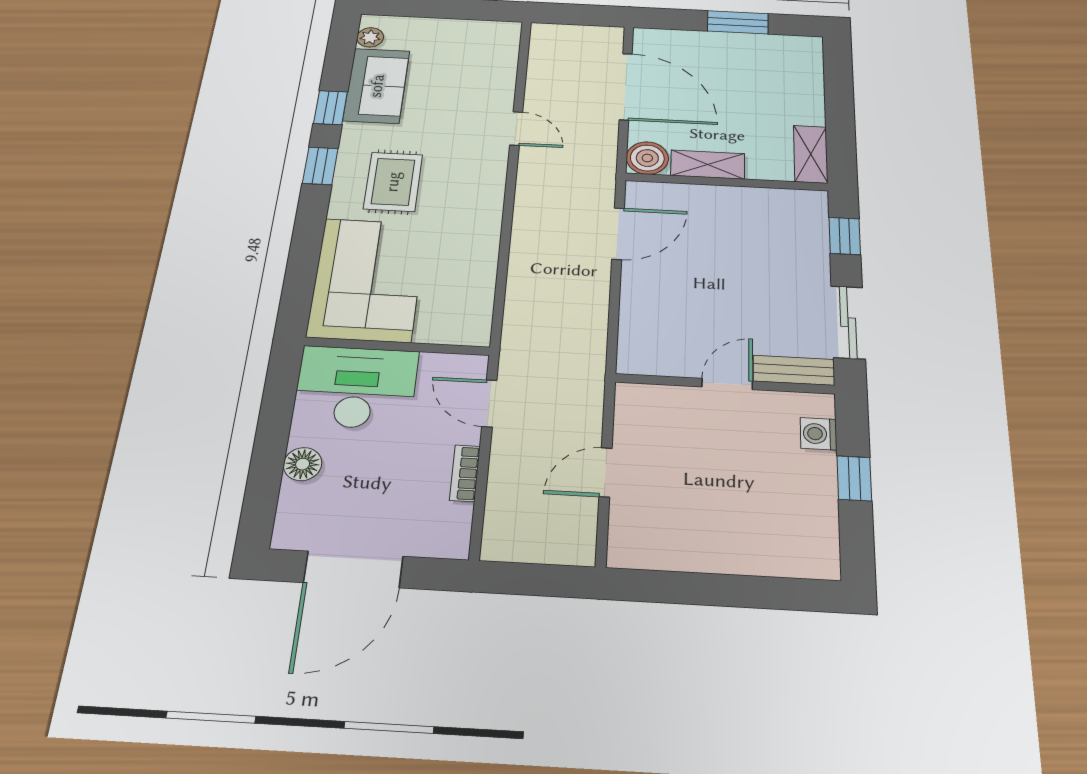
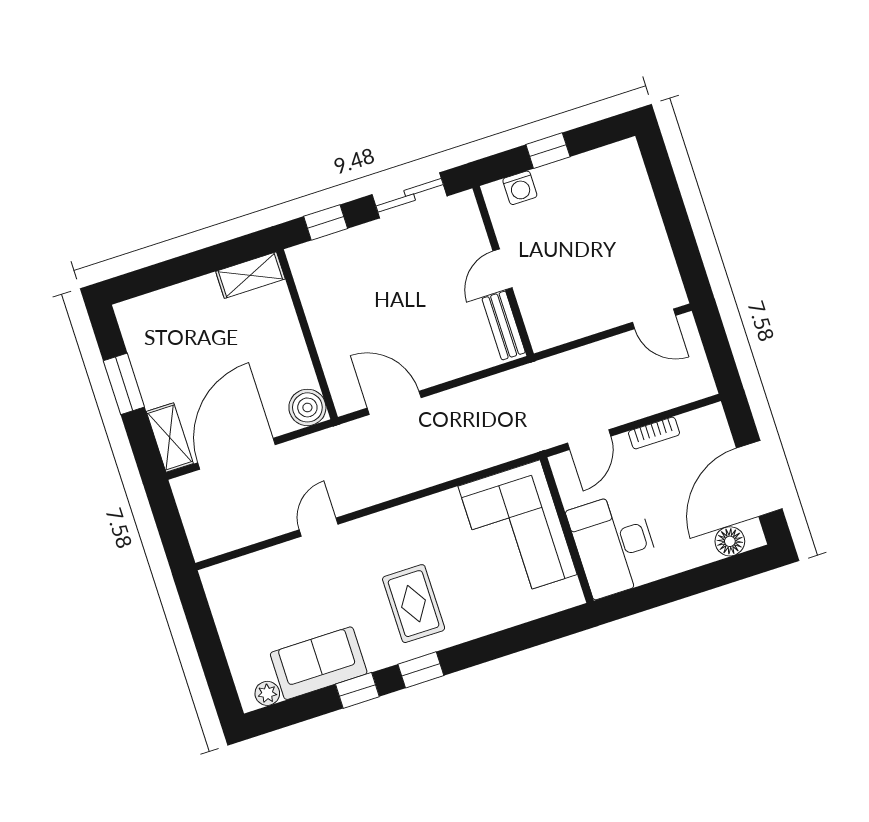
shelving: (708, 165) -> (170, 438), moved
rug: (393, 182) -> (414, 604), turned 90
corner sofa: (367, 280) -> (518, 530), moved, turned -90
bench: (794, 370) -> (504, 326), moved
door: (727, 384) -> (503, 269), hinge flipped
floor lamp: (303, 464) -> (730, 541), moved
door: (606, 472) -> (654, 319), moved
door: (353, 569) -> (759, 478), swing flipped

